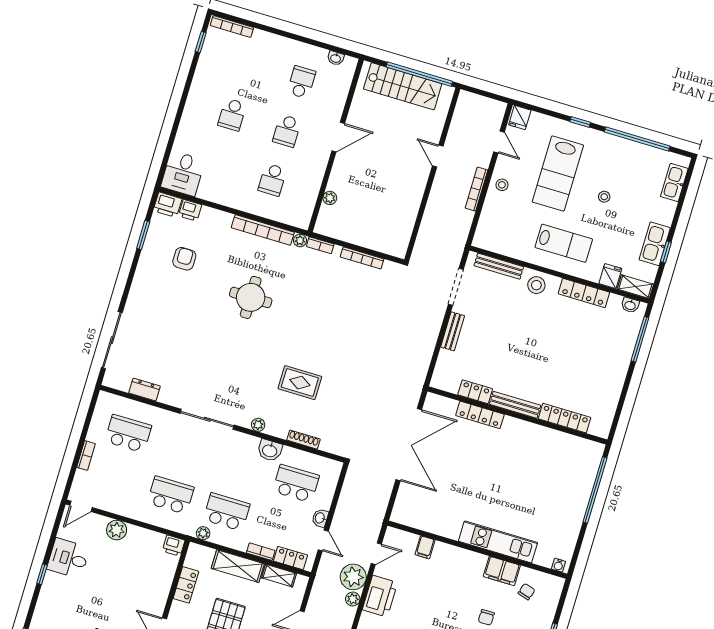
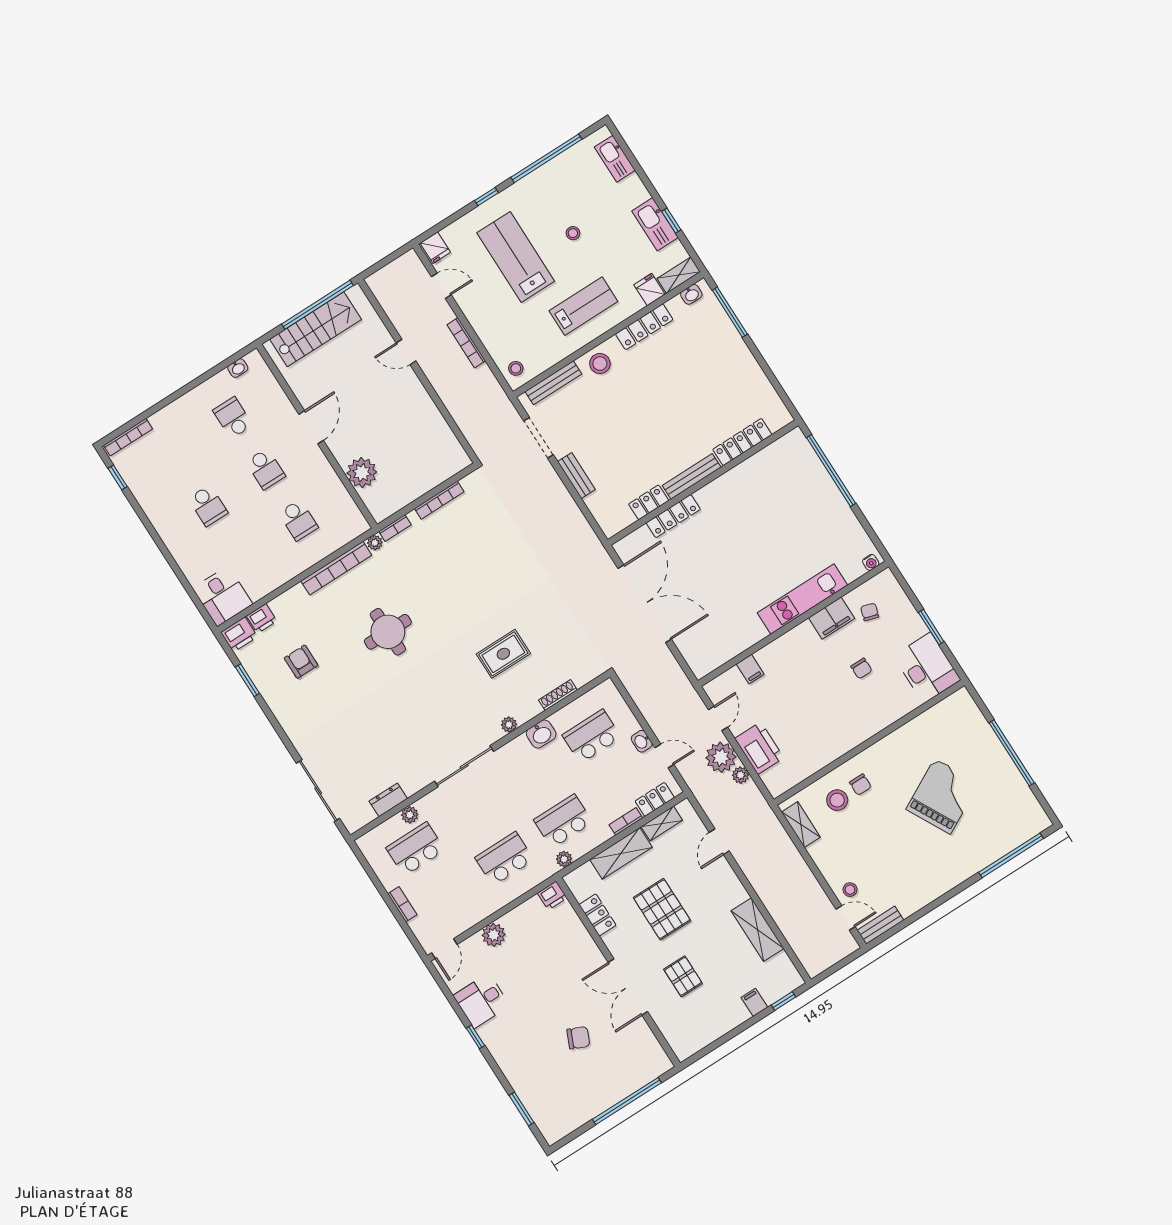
lab bench: (558, 174) -> (516, 257), turned 180
stool: (502, 185) -> (516, 368), moved
plant: (330, 198) -> (362, 473), width x1.88, depth x1.88
plant: (147, 411) -> (410, 815), added

